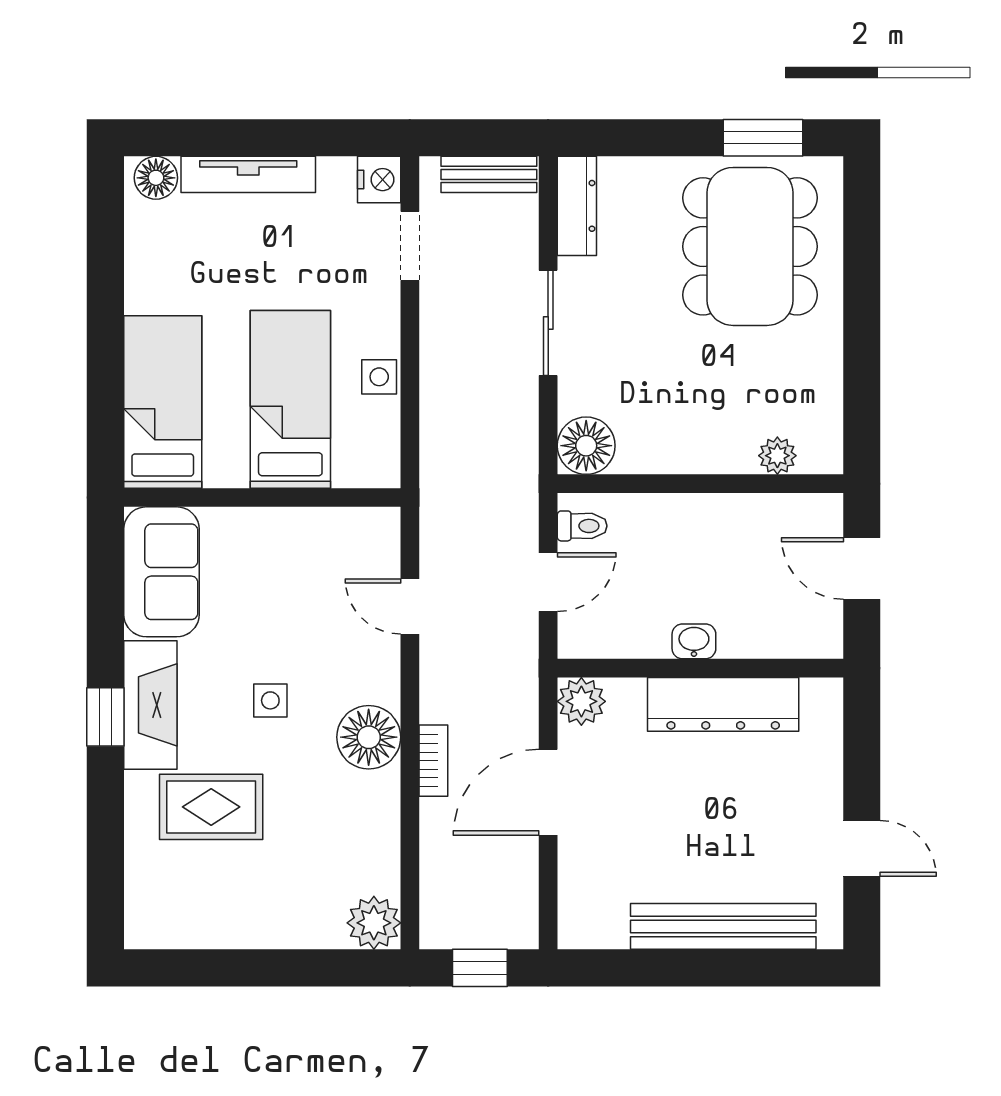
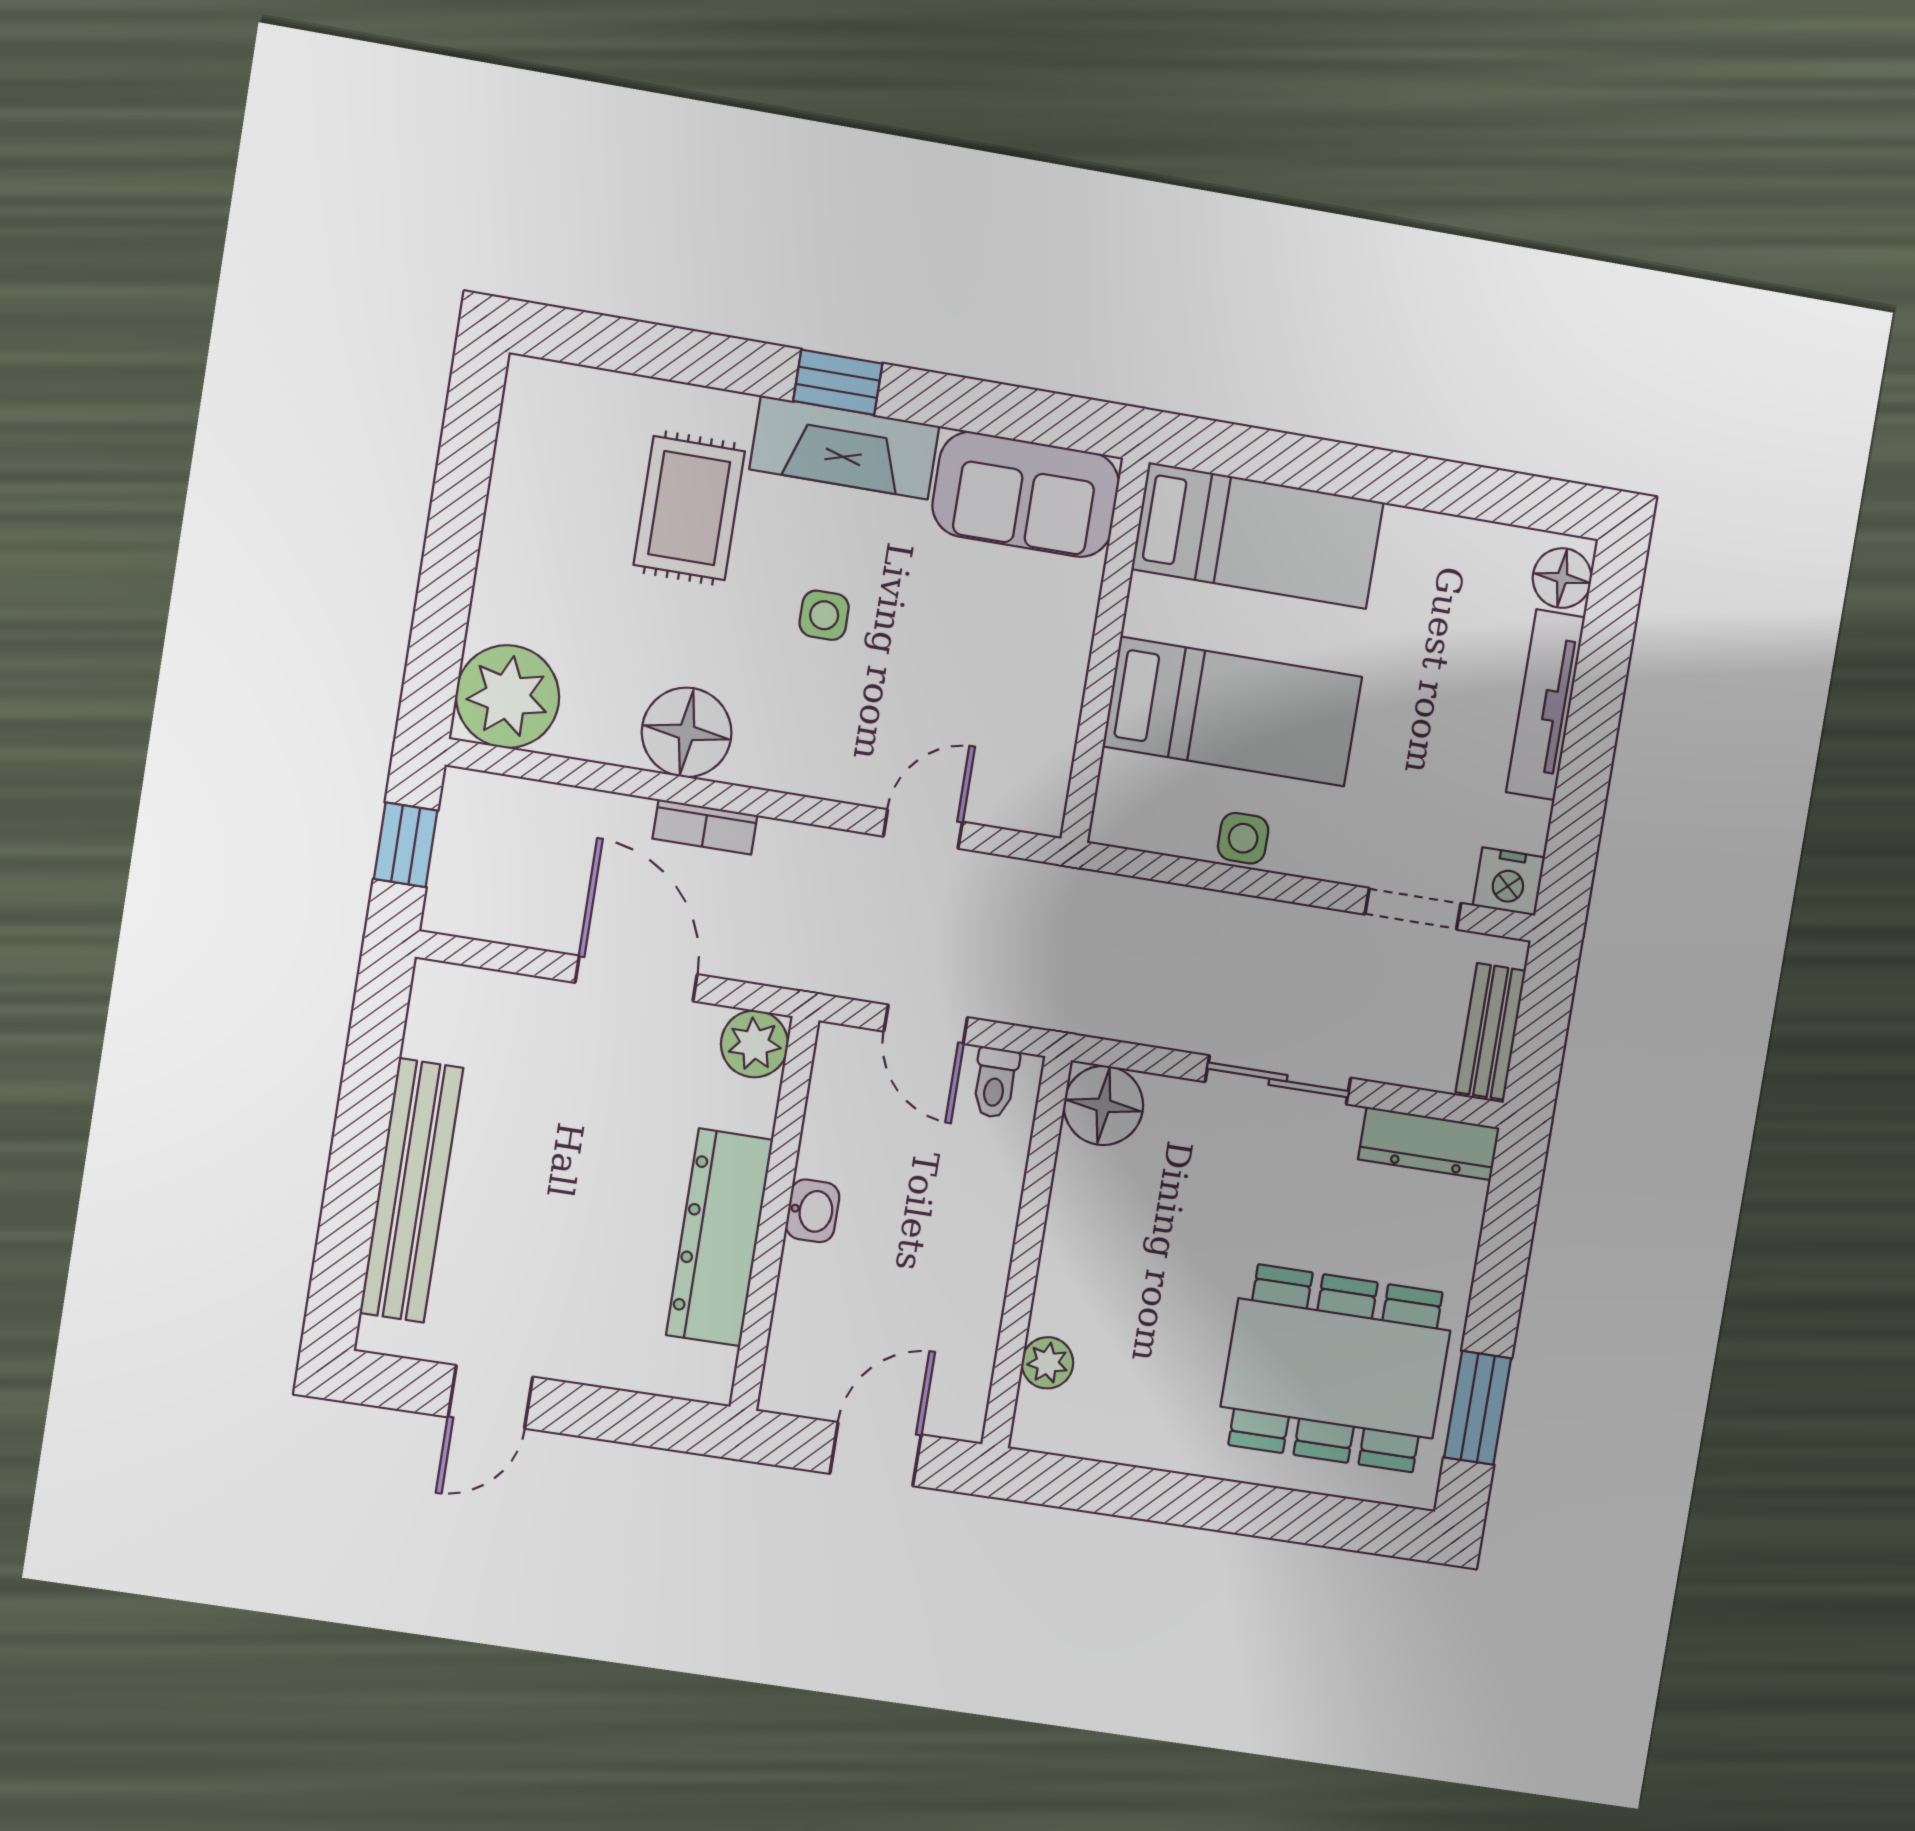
floor lamp: (369, 737) -> (687, 732), moved
plant: (374, 923) -> (508, 697), width x1.36, depth x1.36

